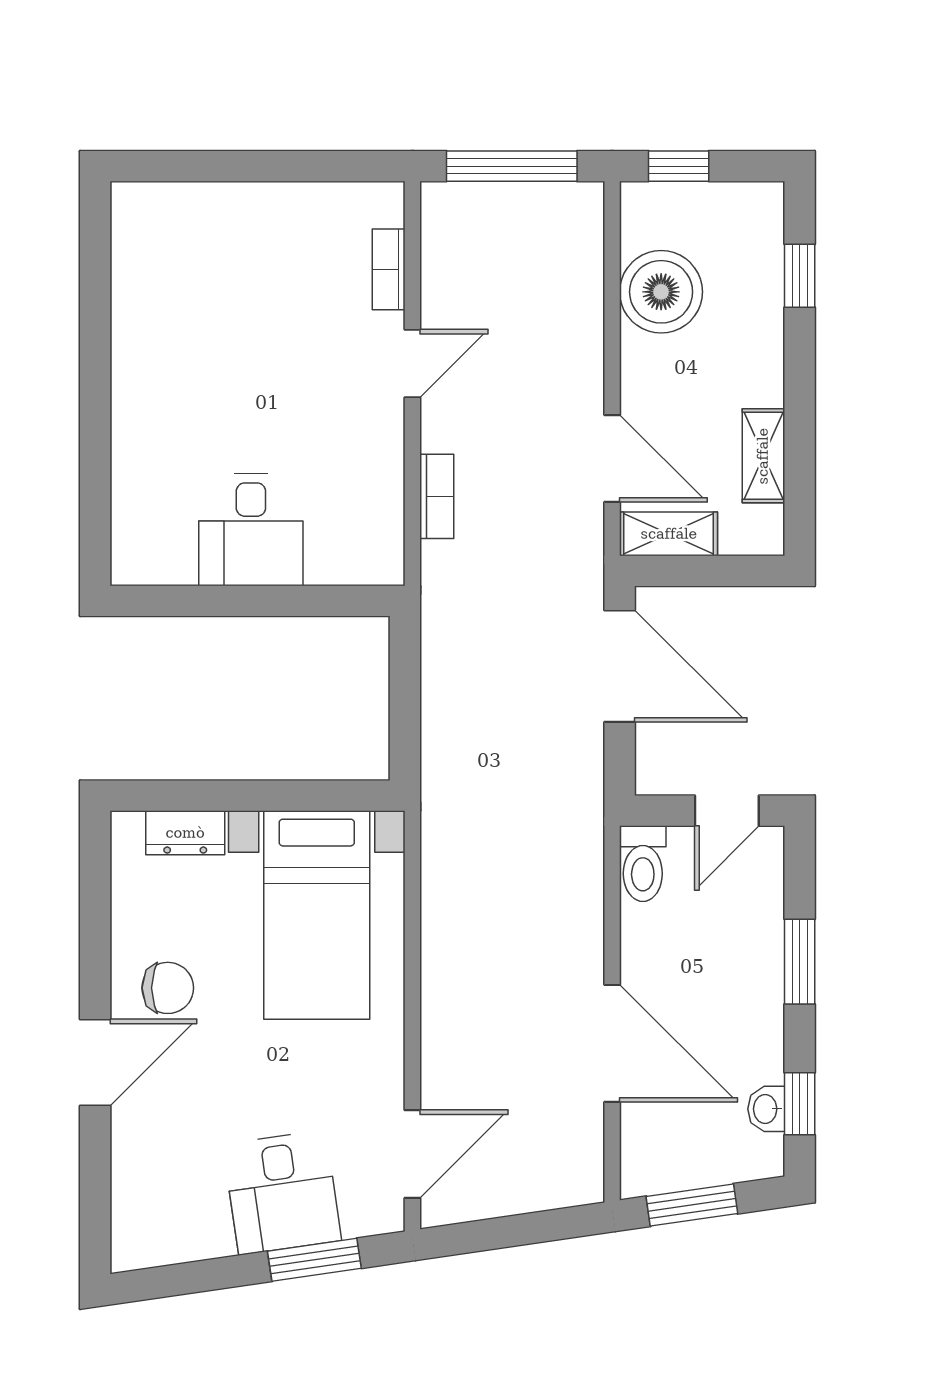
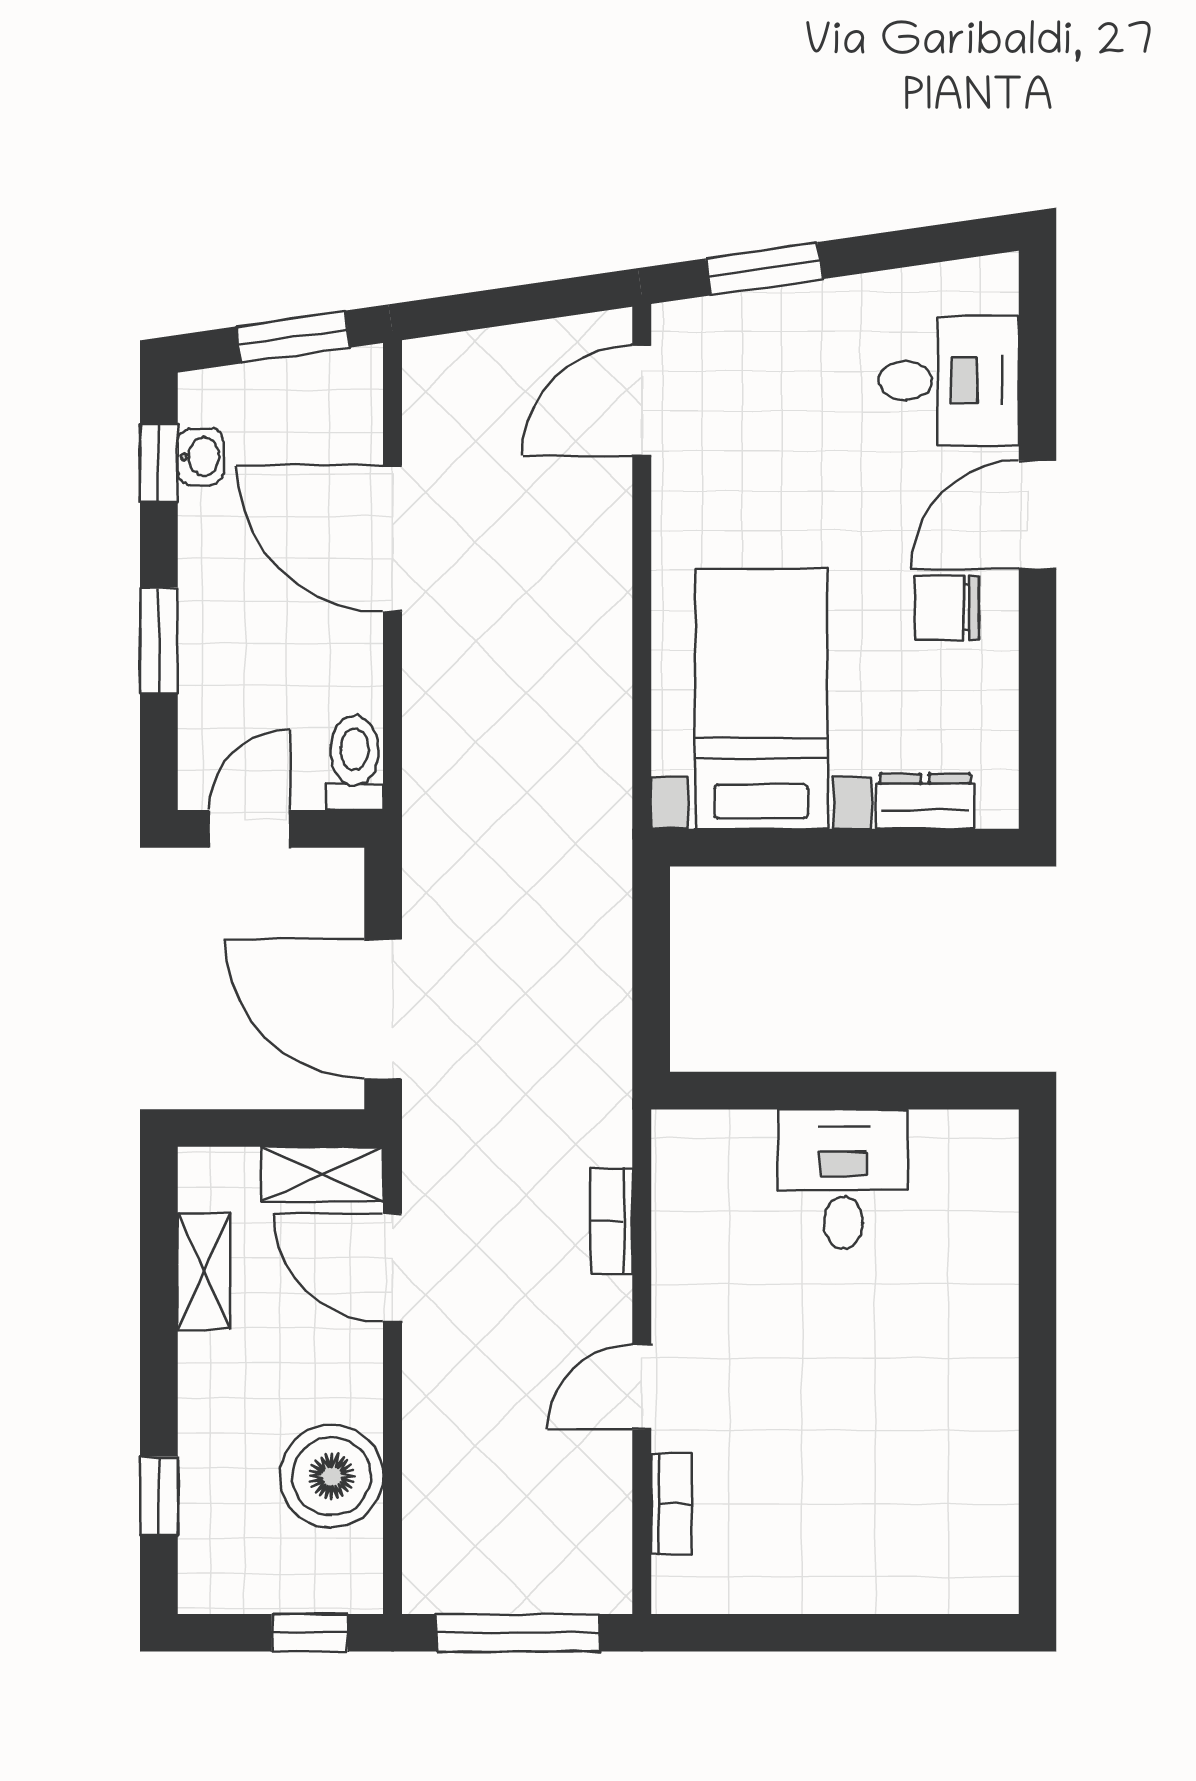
desk: (282, 1193) -> (949, 381), moved, turned 98

